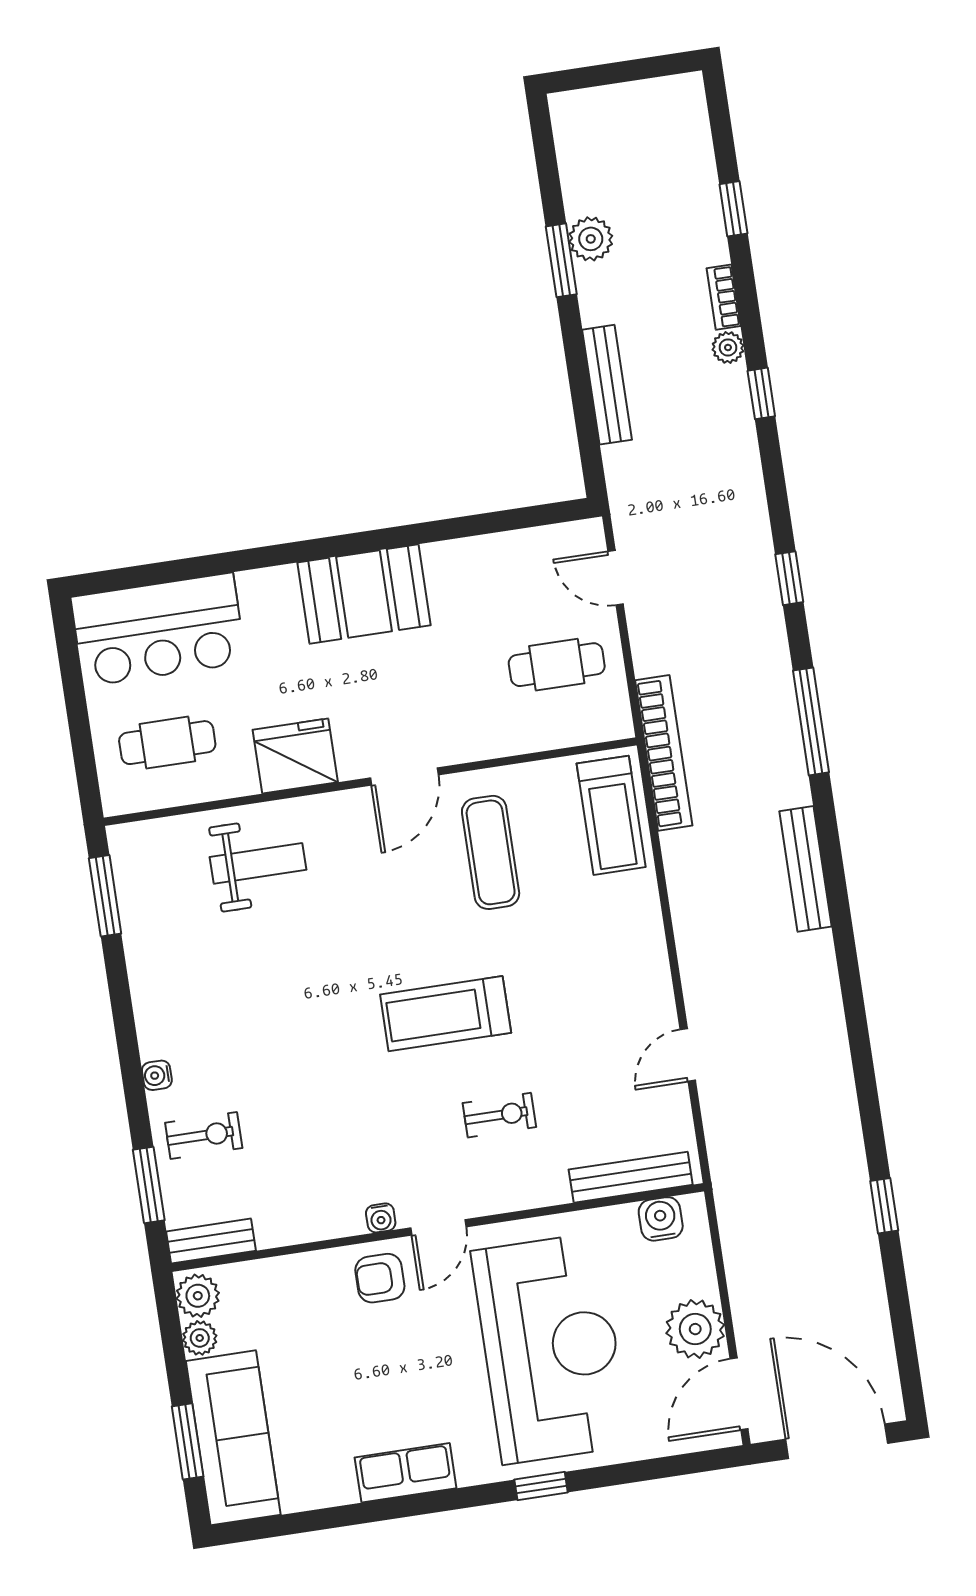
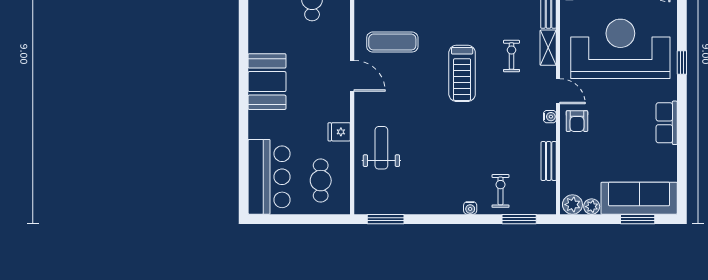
fridge: (295, 756) -> (339, 132), width x0.53, depth x0.75
shelving: (529, 1192) -> (548, 48), added
bench: (211, 1241) -> (549, 161), moved

